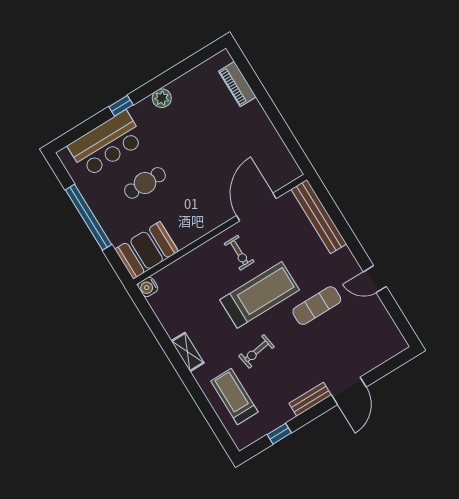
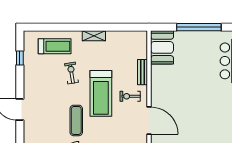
cafe table: (145, 183) -> (199, 69), removed
water cooler: (148, 287) -> (142, 36), removed
bench: (310, 399) -> (142, 72), moved

